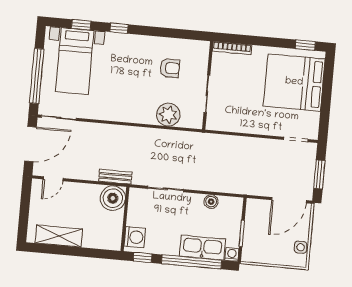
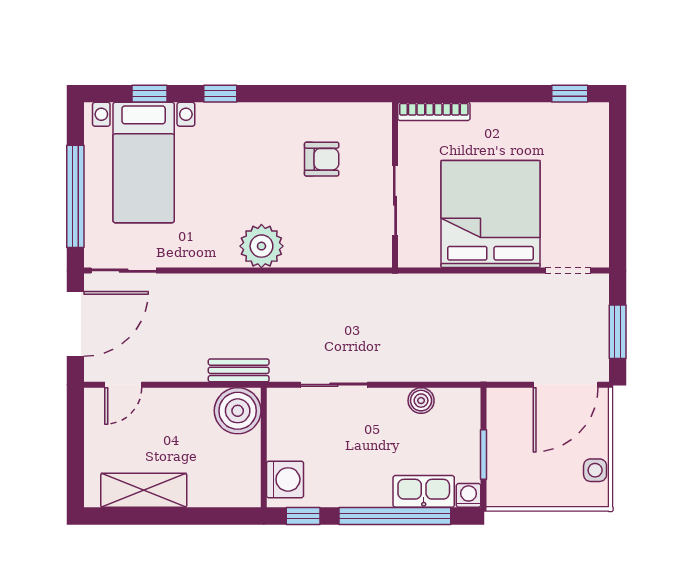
bed: (294, 82) -> (490, 214), moved, turned 90
plant: (168, 115) -> (261, 246), moved
kitchen sink: (202, 248) -> (424, 491), width x0.73, depth x0.81

